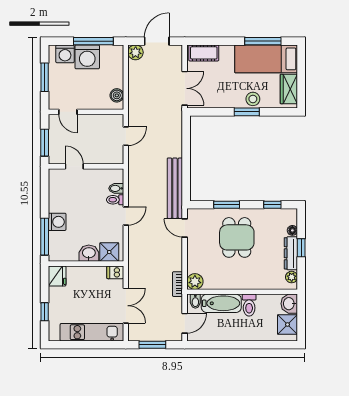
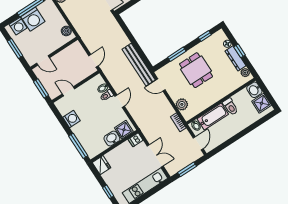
door: (126, 136) -> (93, 61), moved
washing machine: (57, 222) -> (72, 119), moved
plant: (195, 282) -> (182, 104), moved

